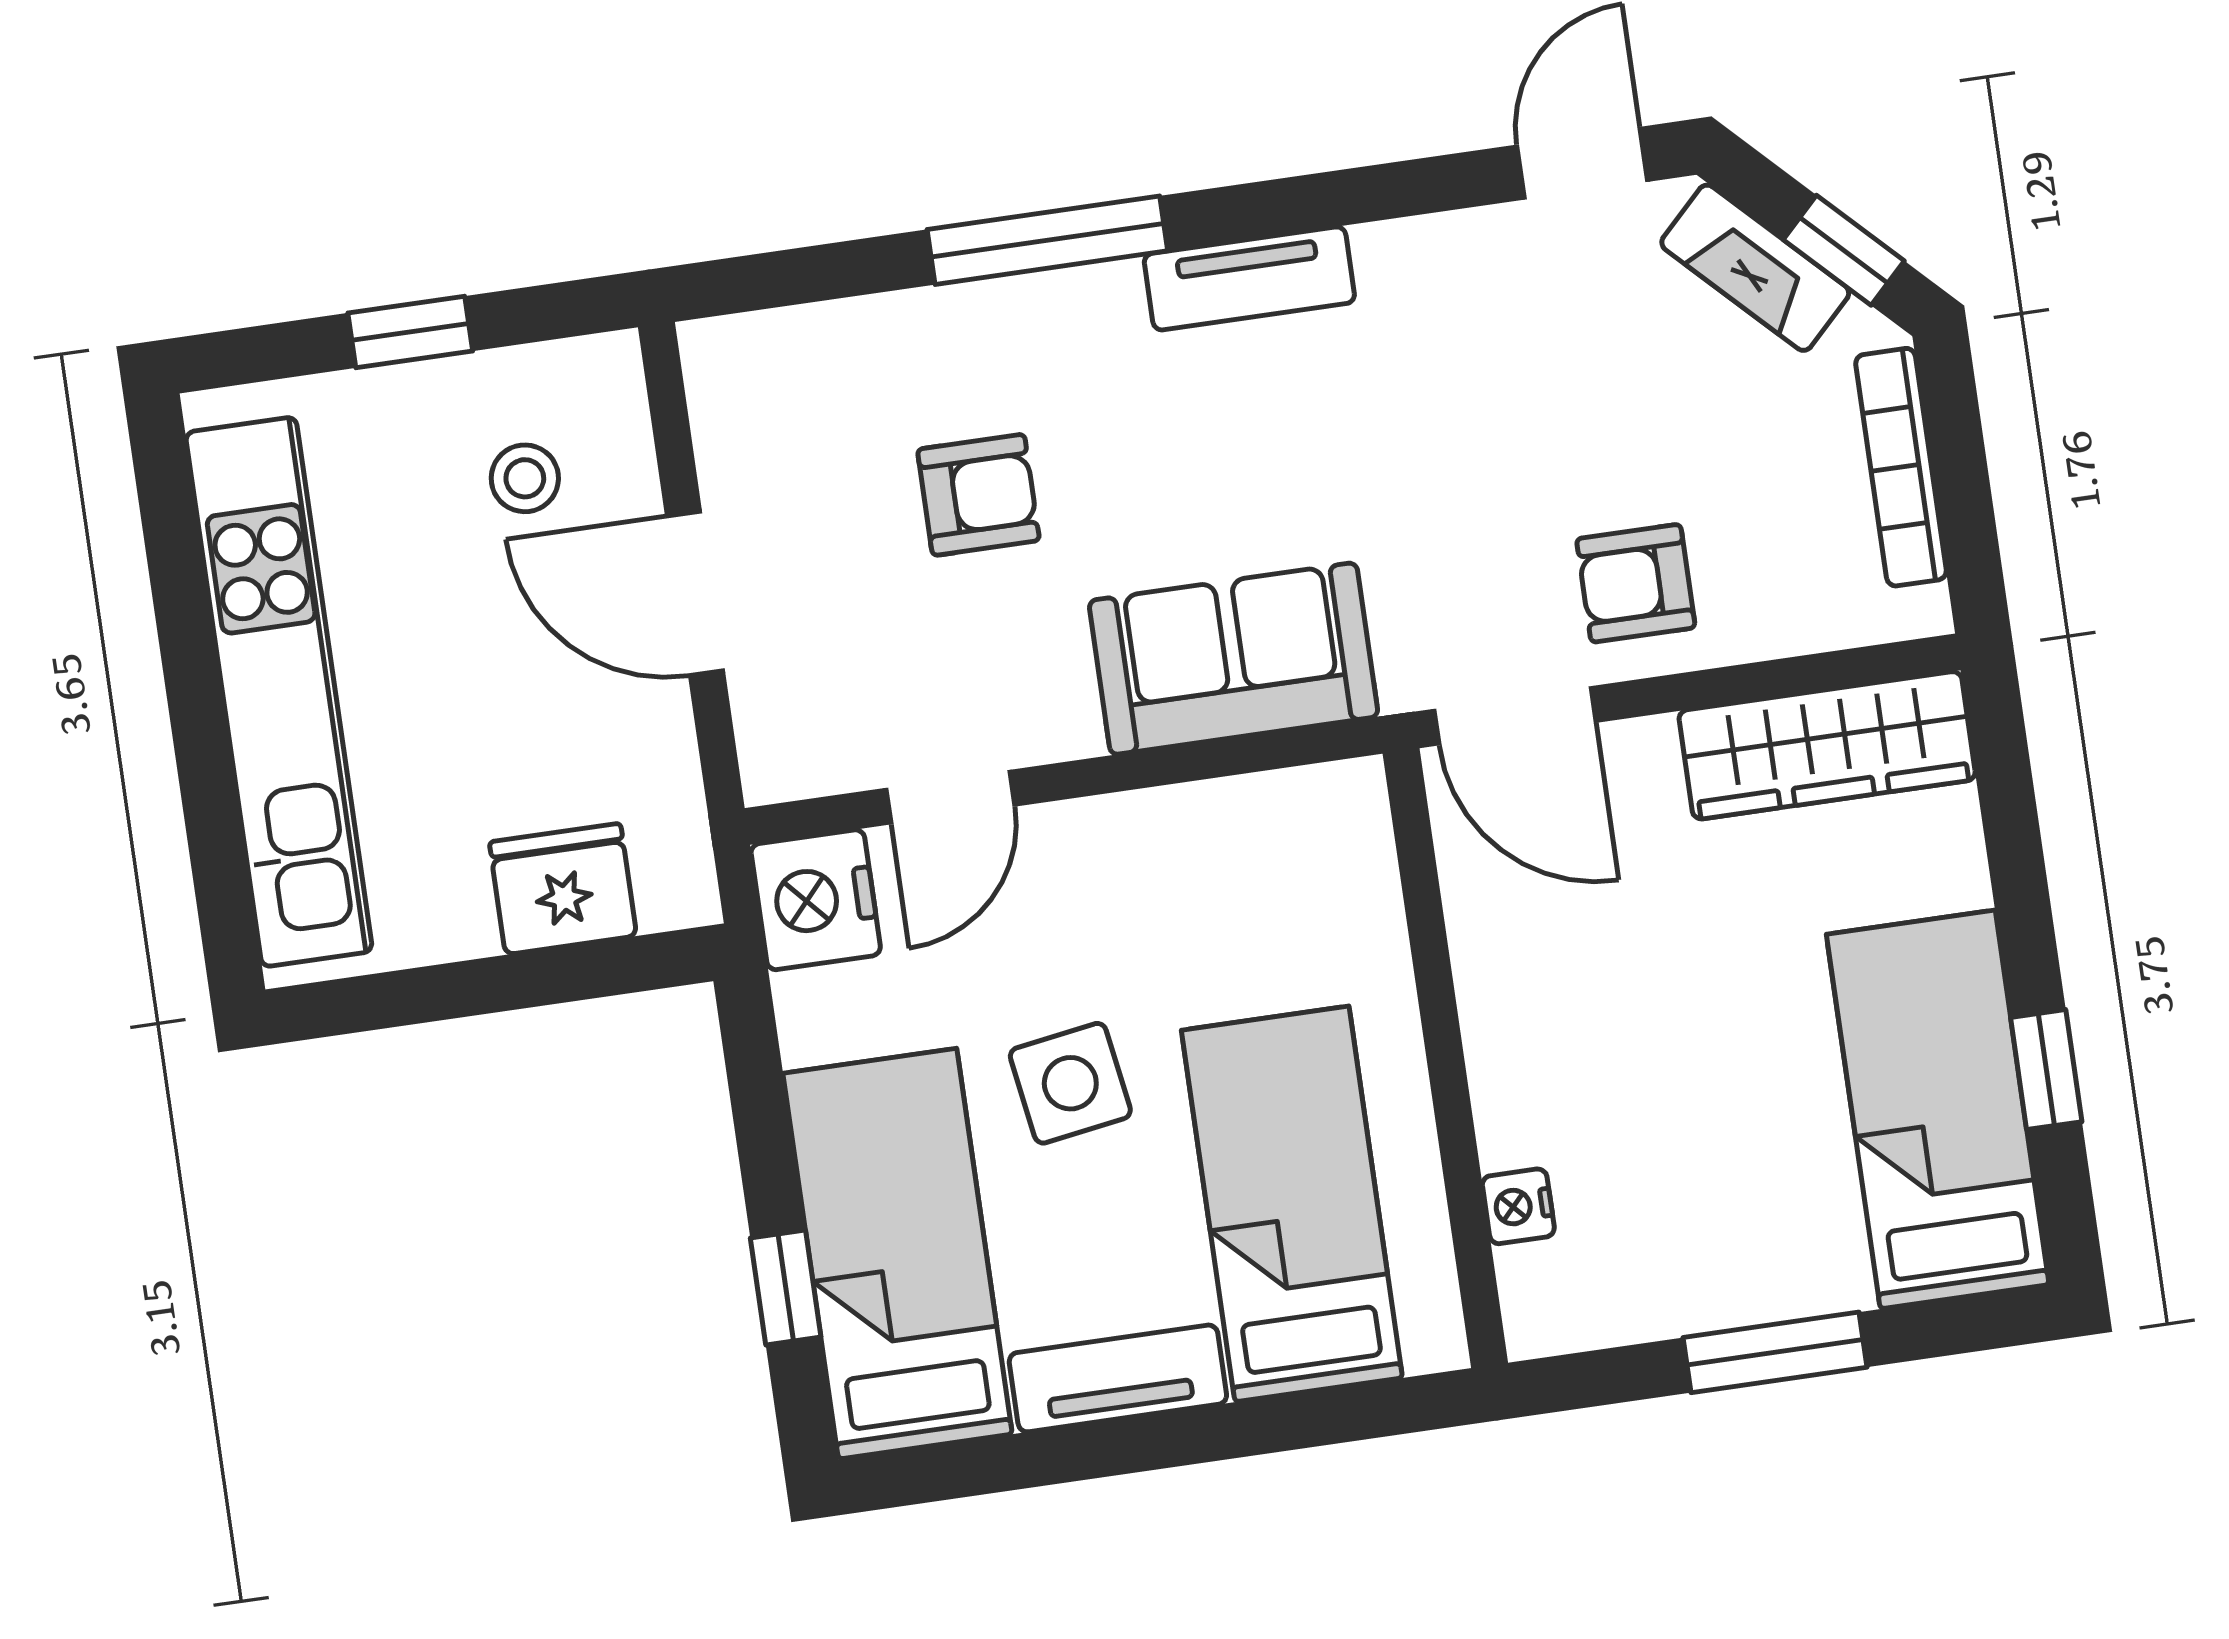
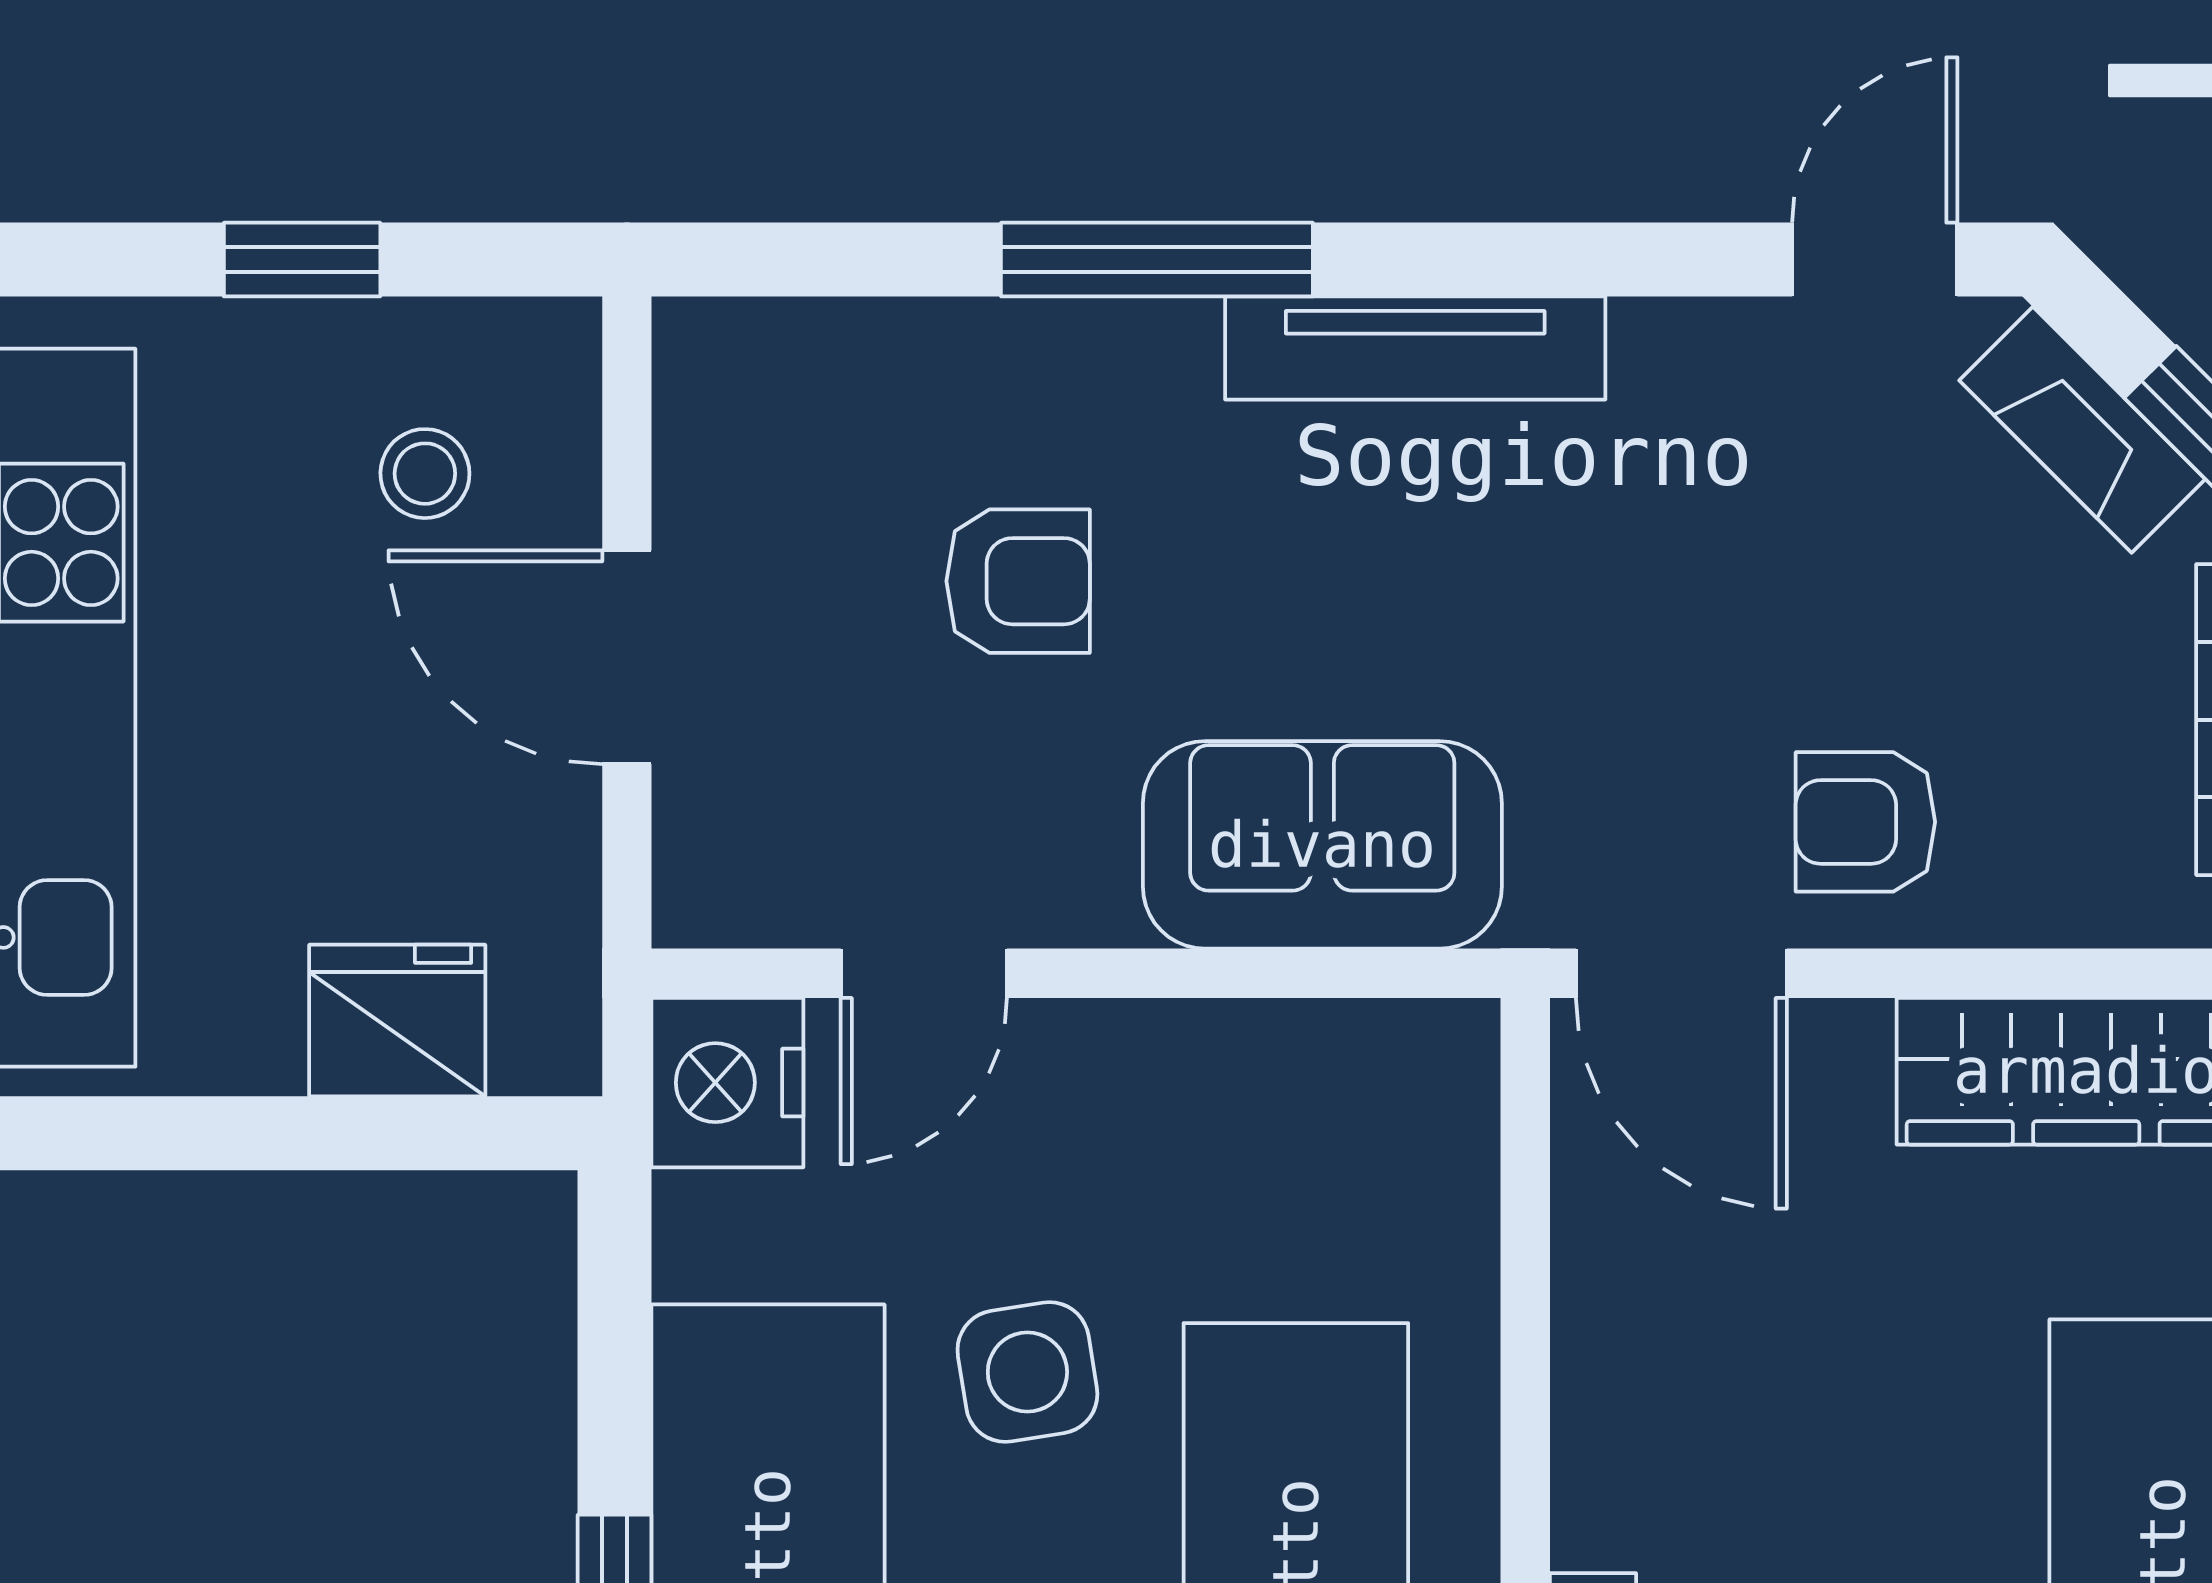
tv unit: (1249, 278) -> (1415, 348), width x1.41

